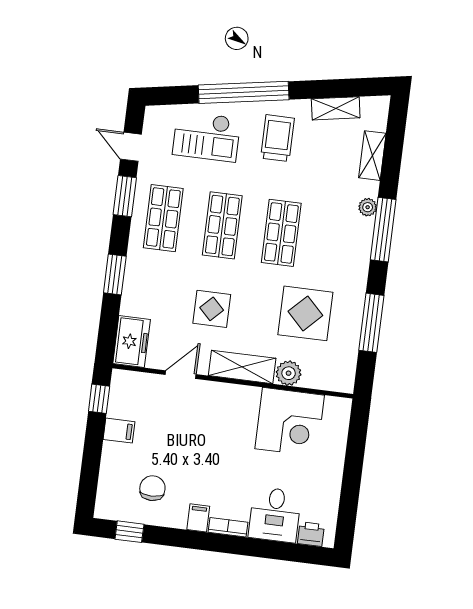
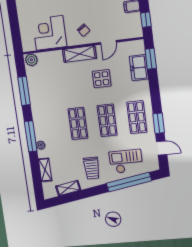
window: (244, 92) -> (129, 182), moved
window: (115, 274) -> (151, 59), moved
display table: (305, 313) -> (56, 88), removed
freezer: (132, 341) -> (139, 68), moved
plant: (289, 373) -> (31, 60), moved
chair: (222, 410) -> (84, 30), added

